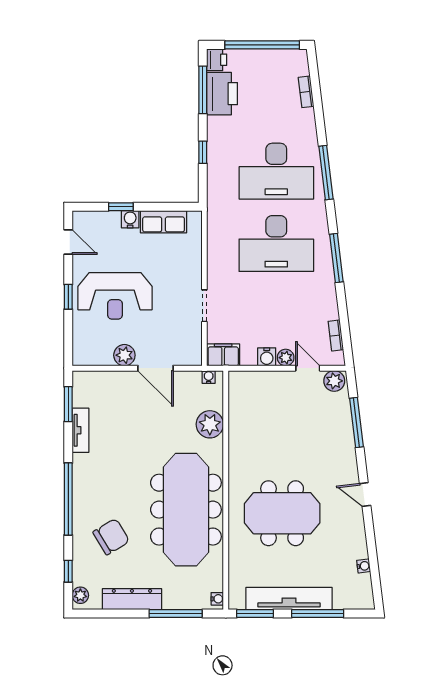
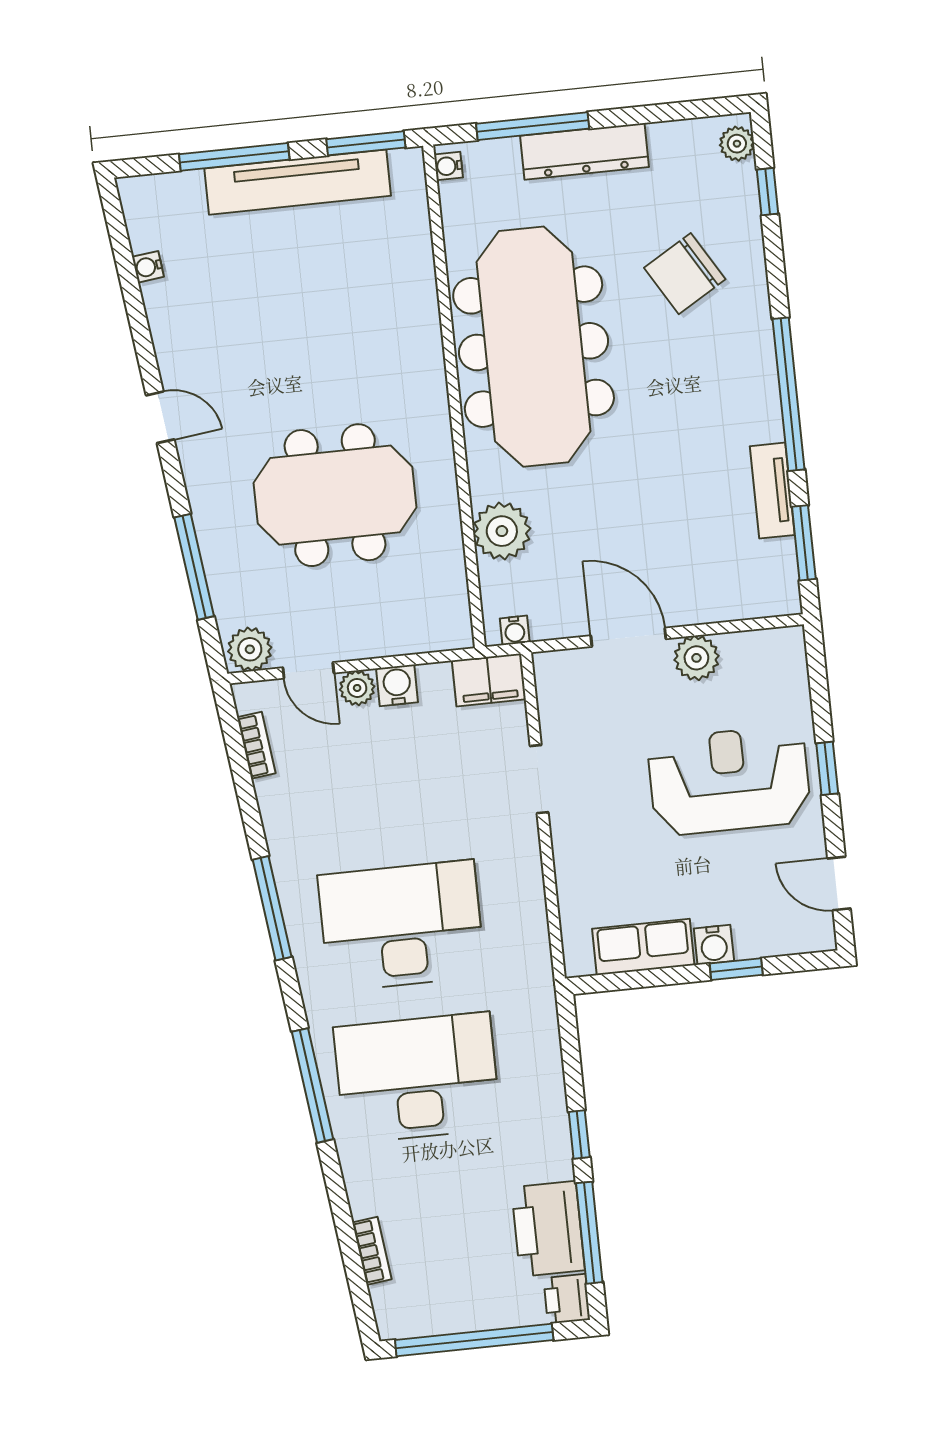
window: (203, 152) -> (579, 1134), moved
window: (68, 499) -> (788, 394), moved
meeting table: (282, 513) -> (335, 495), moved
dresser: (132, 599) -> (585, 151), moved

